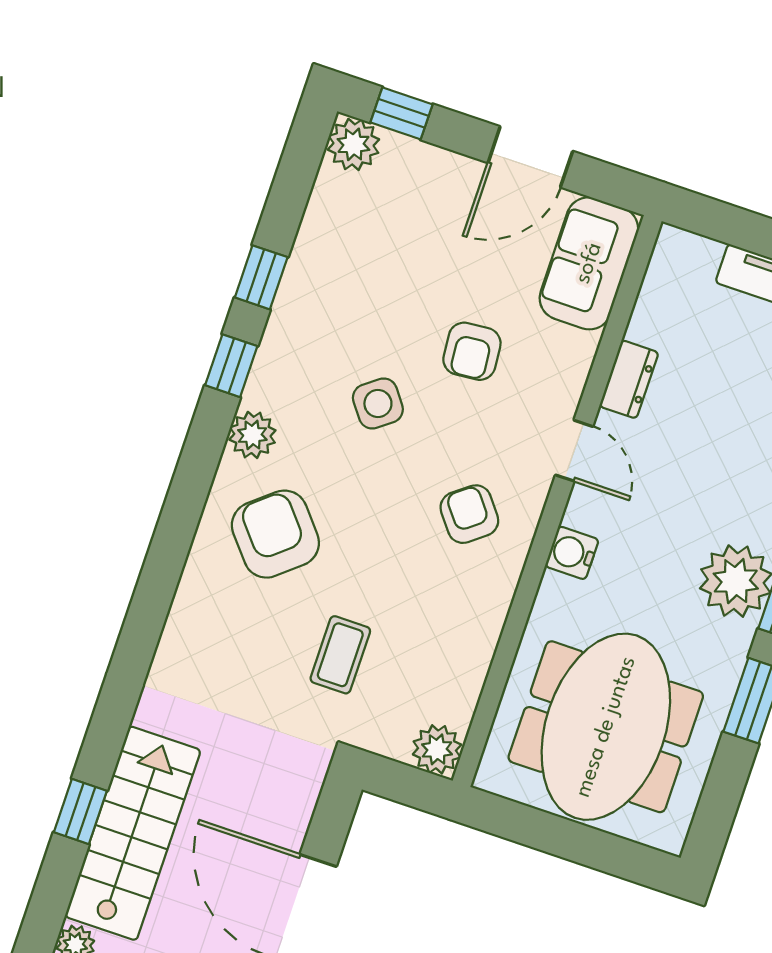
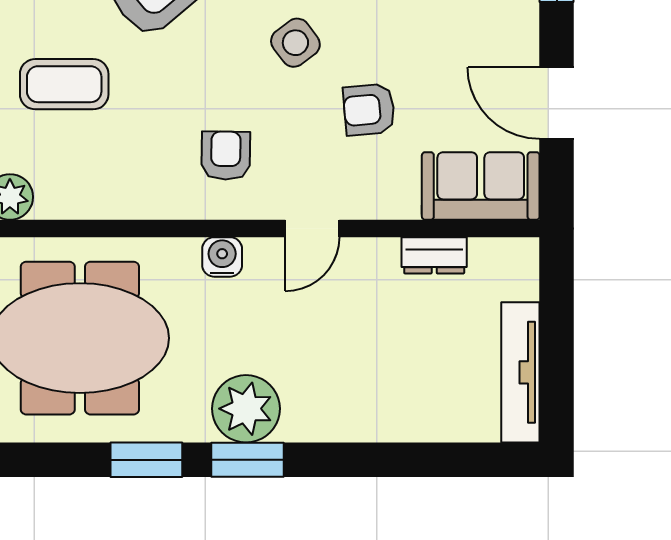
dresser: (629, 379) -> (434, 255), moved
armchair: (469, 514) -> (226, 156), turned -51
coffee table: (340, 655) -> (64, 84), width x1.36, depth x1.30

